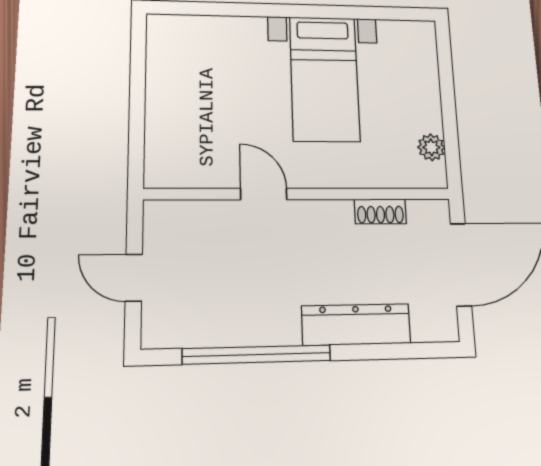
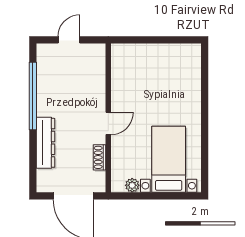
bed with nightstands: (324, 79) -> (169, 159), moved, turned 90
door: (264, 194) -> (108, 123), moved

